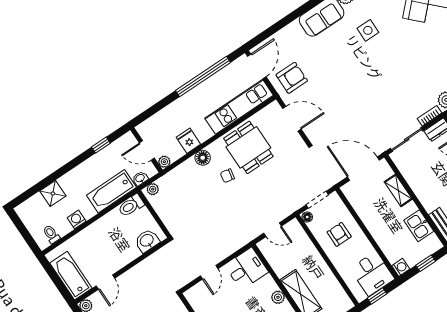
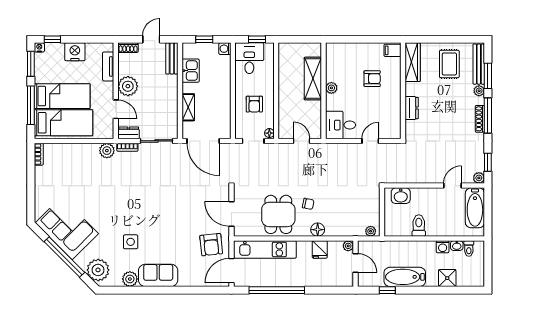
armchair: (292, 78) -> (211, 245), turned -96
washbasin: (140, 178) -> (457, 246), moved
bathtub: (111, 191) -> (405, 277), moved, turned 180
toilet: (131, 206) -> (419, 226), moved, turned -90

